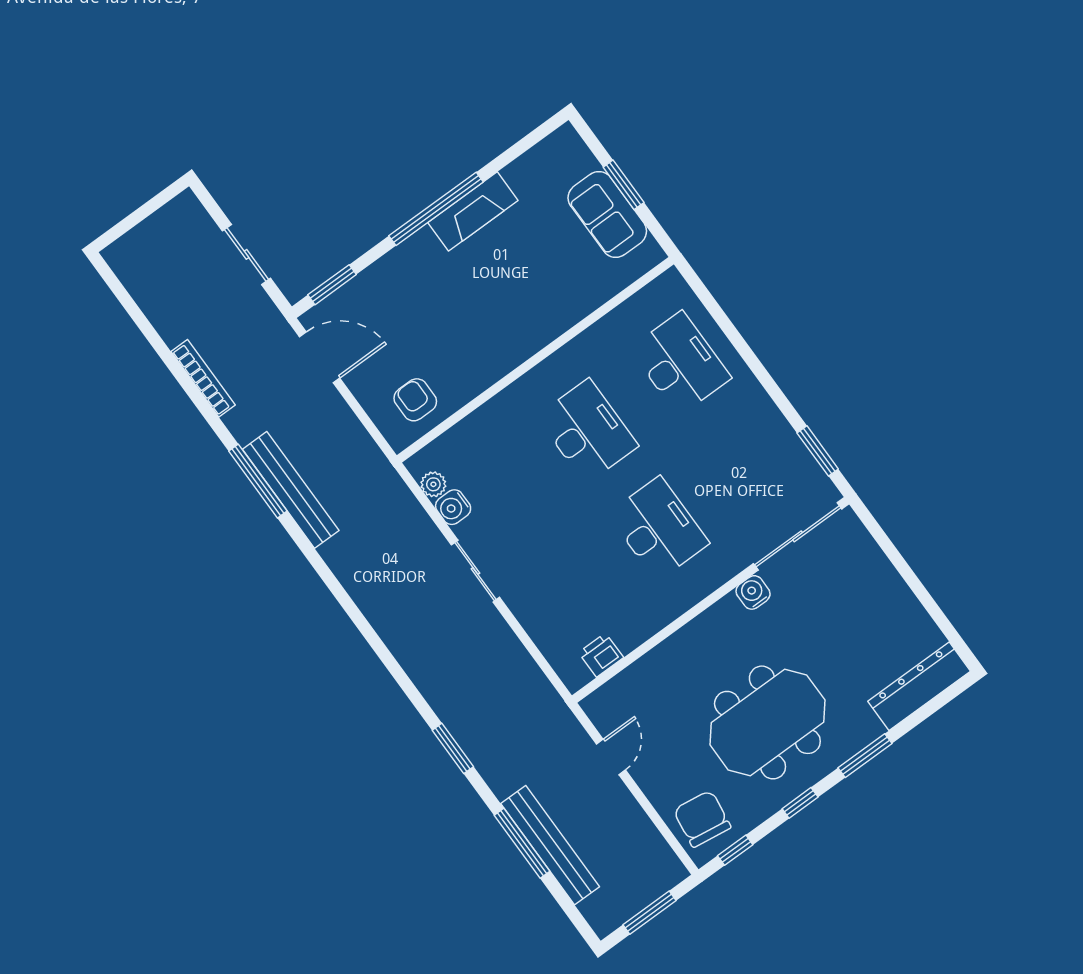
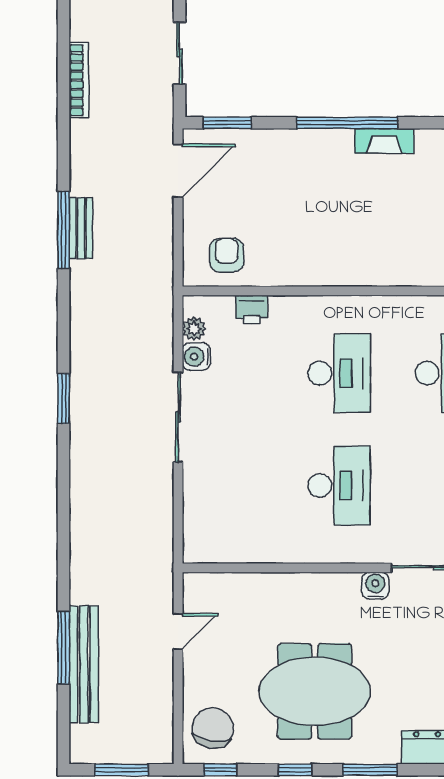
fireplace: (473, 211) -> (384, 141), width x0.73, depth x0.76
door: (320, 357) -> (178, 171), hinge flipped
bookcase: (203, 378) -> (79, 80), moved
bench: (291, 490) -> (81, 228), width x0.54, depth x0.82
sliding door: (475, 571) -> (178, 417), width x1.37
printer: (601, 655) -> (252, 309), moved, turned 180
window: (453, 748) -> (64, 399), moved

